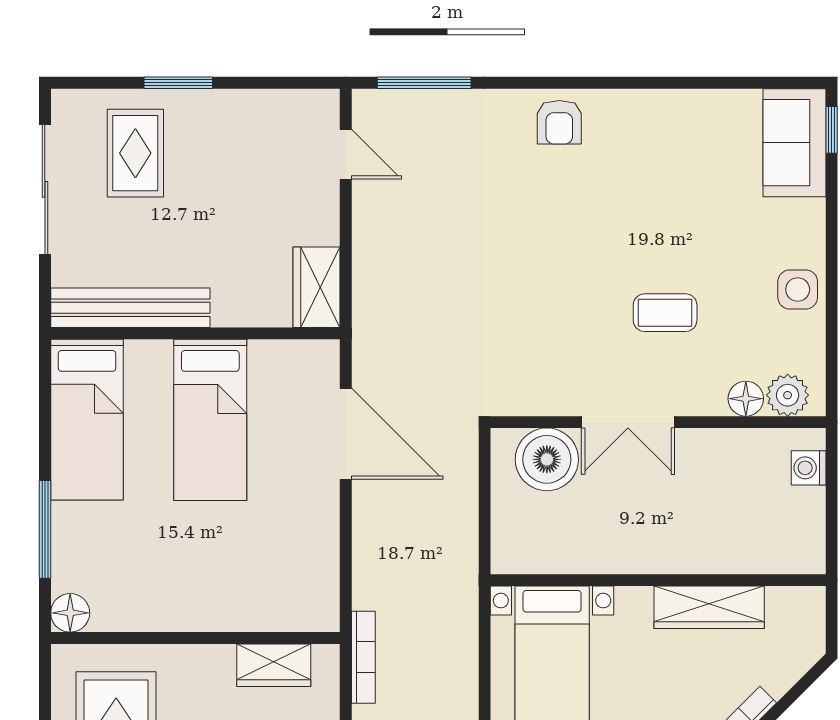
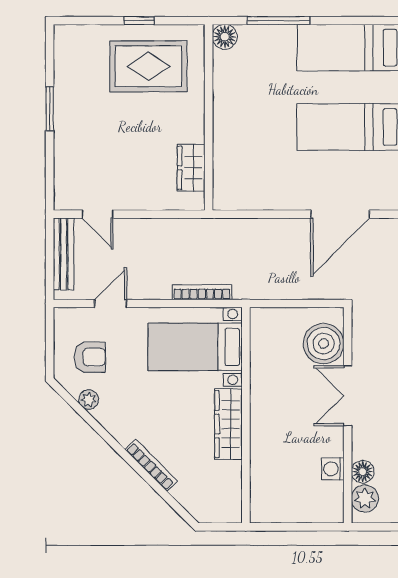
washing machine: (809, 468) -> (333, 469), moved, turned -90
wardrobe: (709, 607) -> (228, 424), moved
bookcase: (363, 657) -> (202, 292), moved, turned 180

